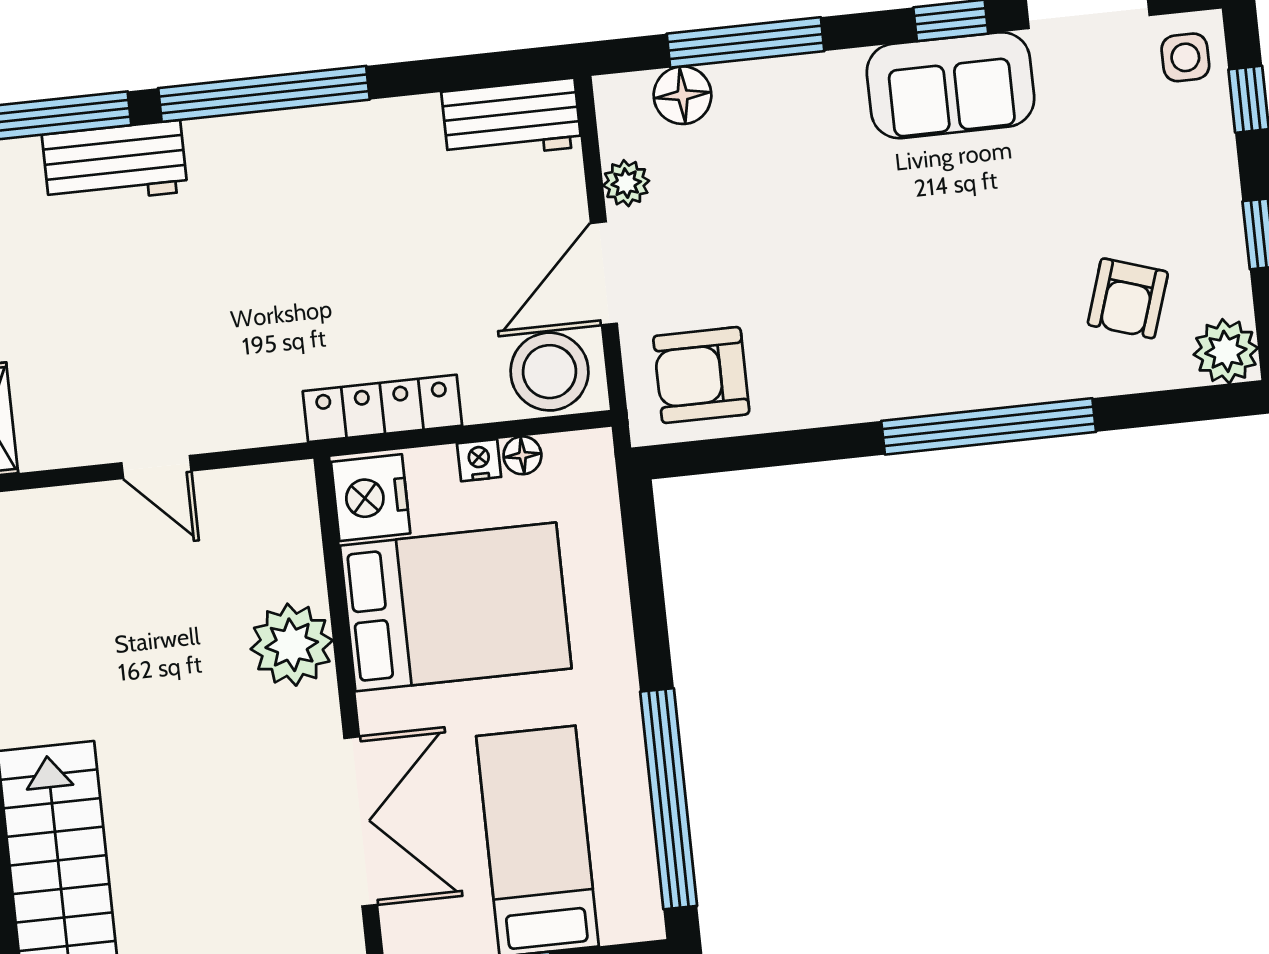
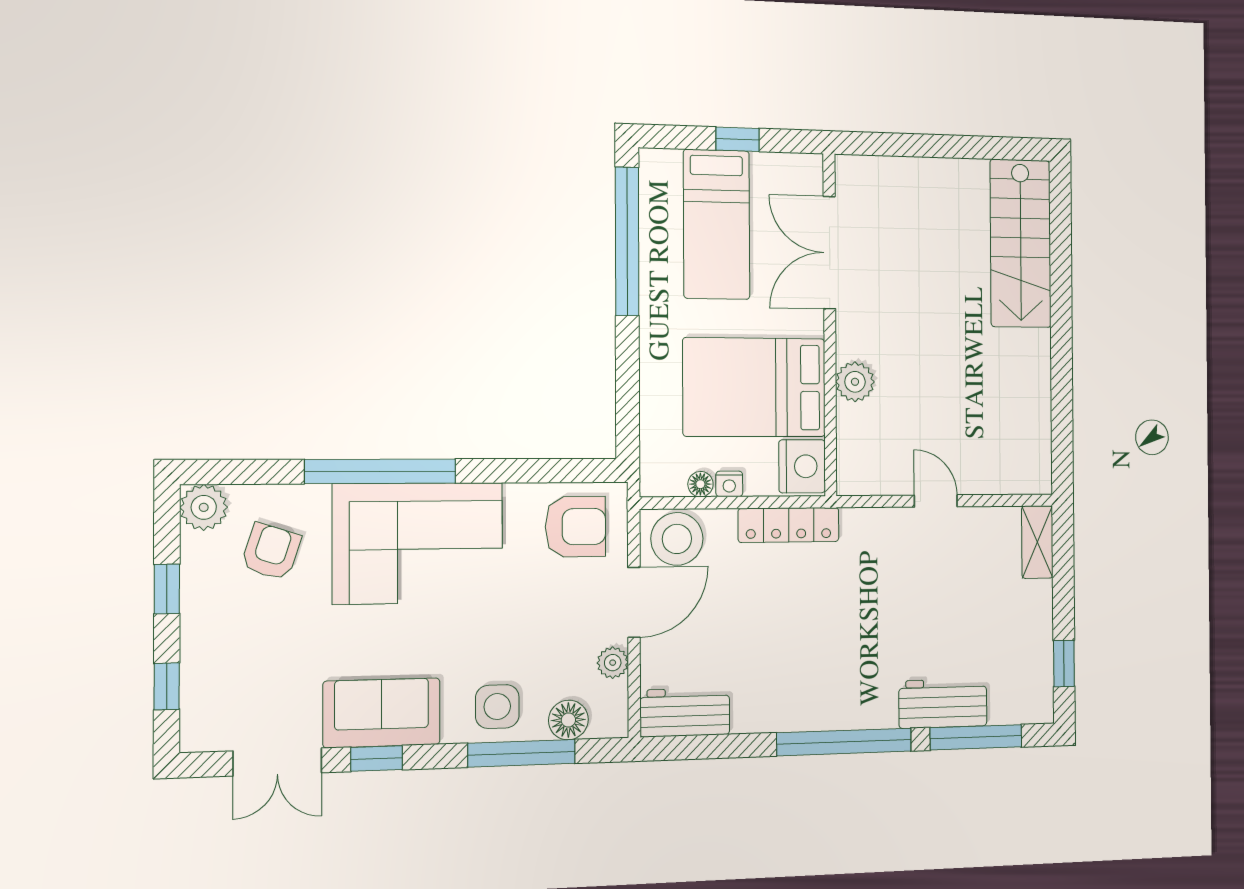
side table: (1185, 57) -> (497, 707), moved, width x1.37, depth x1.37
corner sofa: (925, 330) -> (418, 543), added
plant: (292, 645) -> (855, 382), width x0.73, depth x0.73

